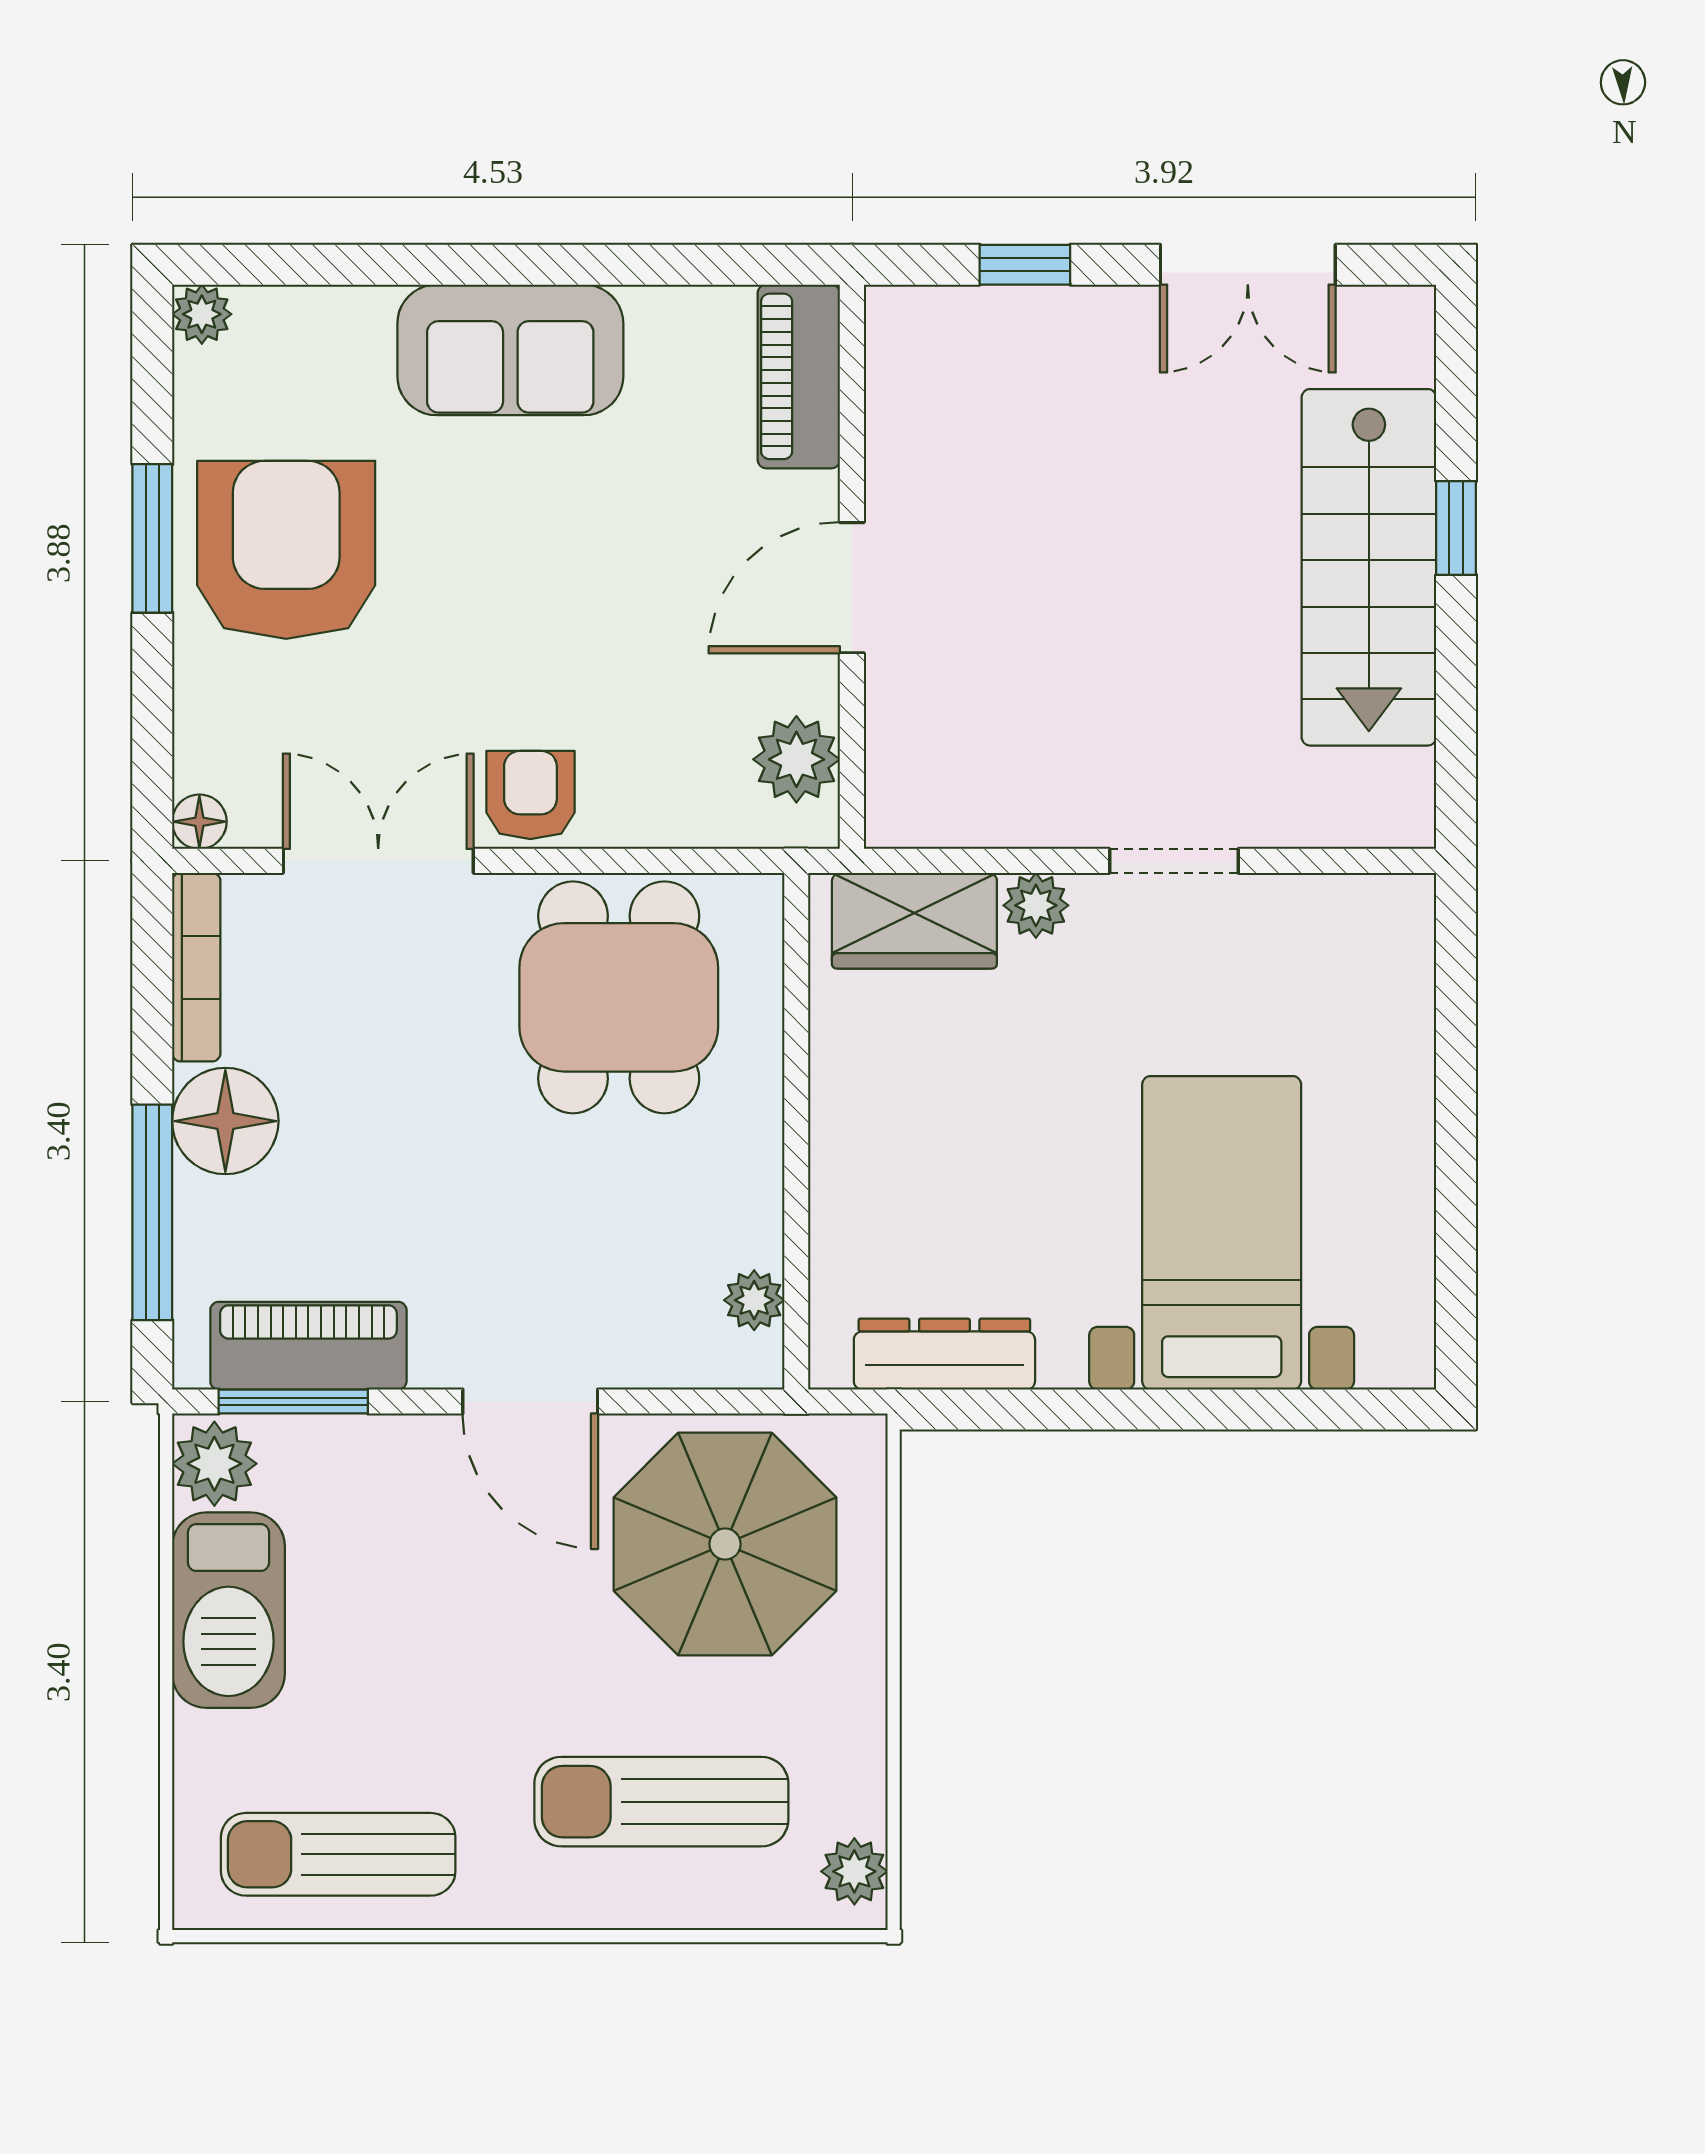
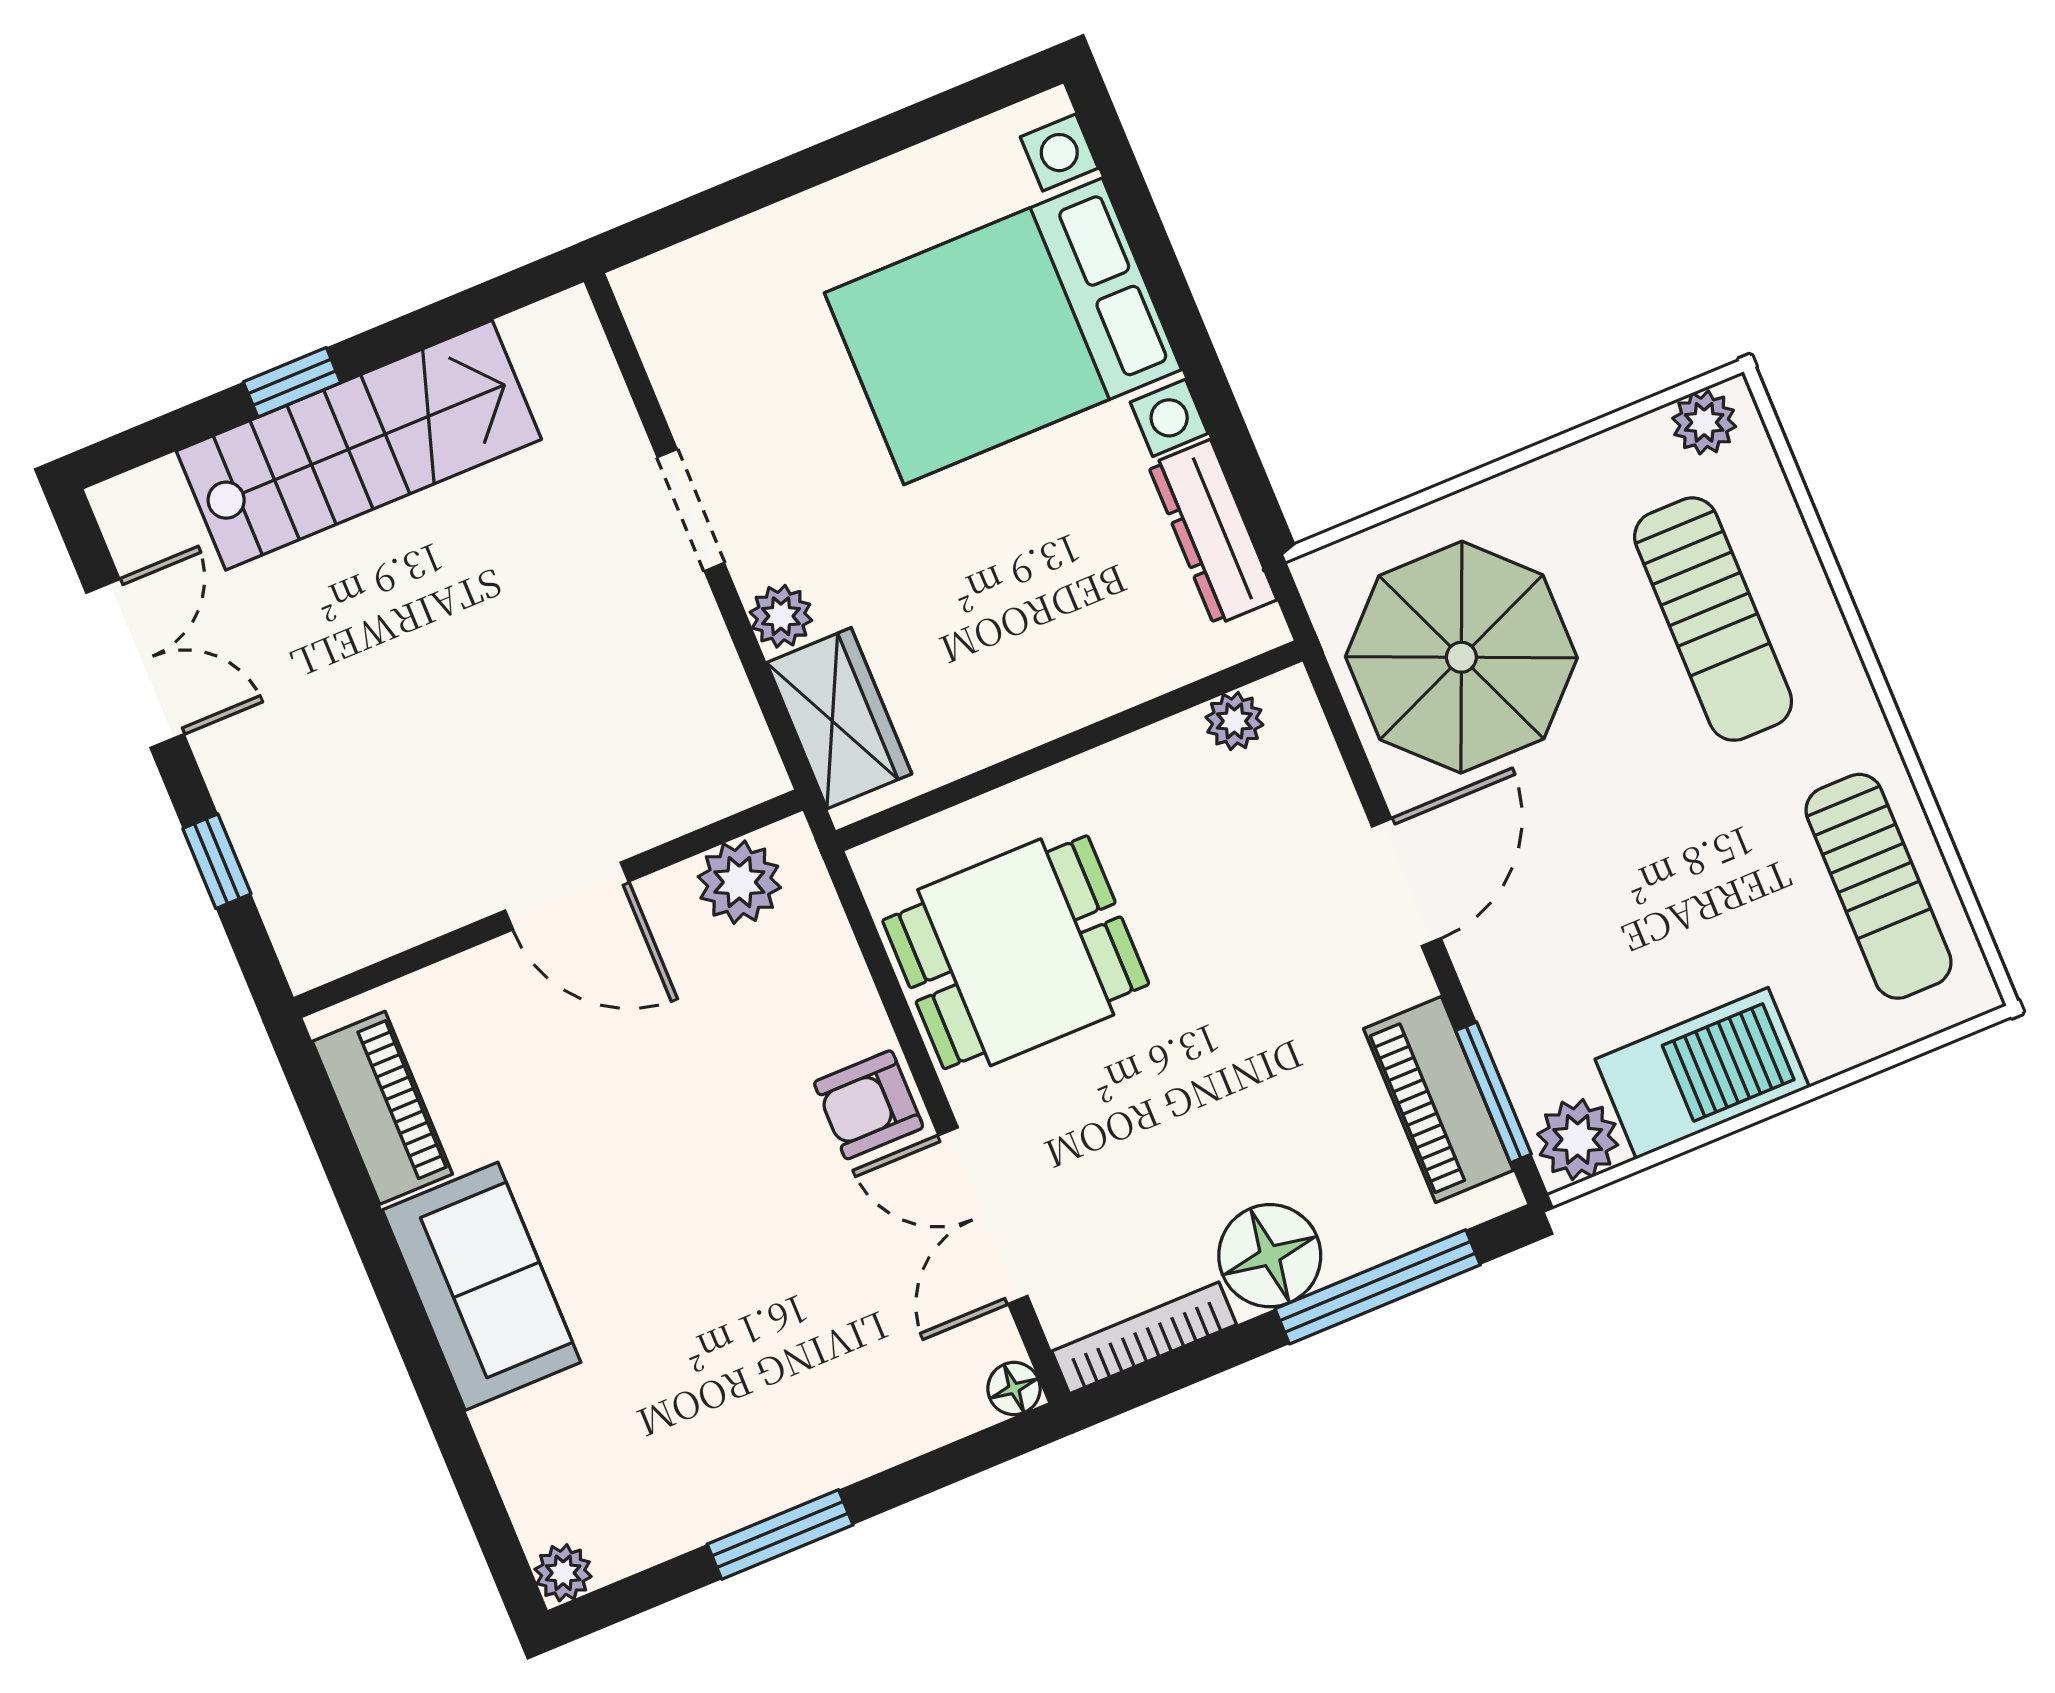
piano: (799, 376) -> (382, 1108), moved, turned -90
armchair: (286, 550) -> (741, 1411), removed
bed with nightstands: (1222, 1233) -> (1003, 331), width x1.36

